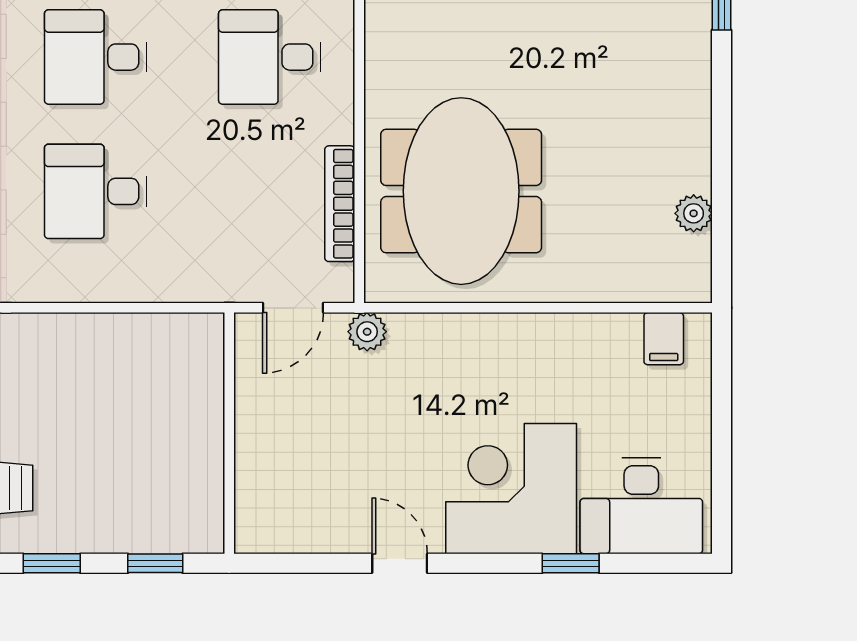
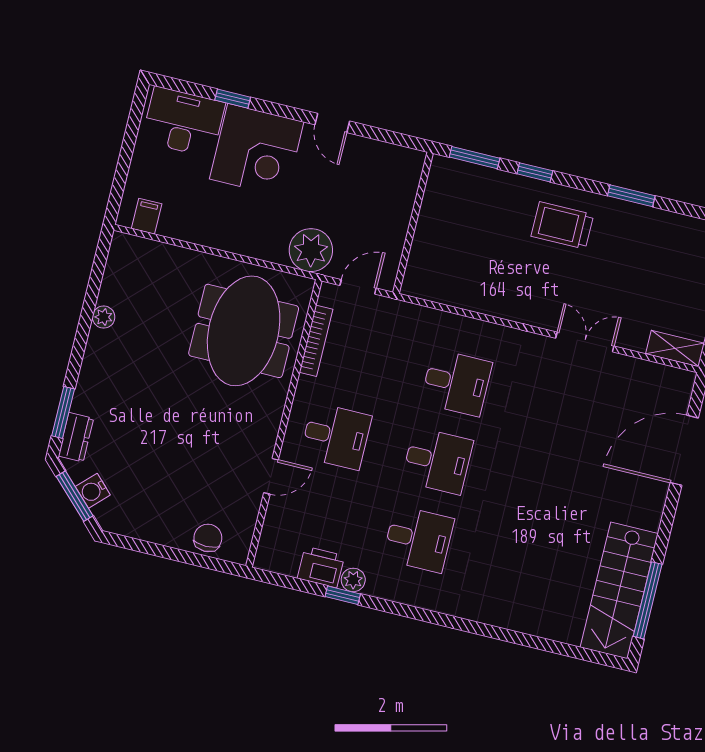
plant: (694, 213) -> (104, 317), moved
plant: (367, 332) -> (311, 250), width x1.87, depth x1.87
window: (155, 563) -> (475, 158), width x1.50

